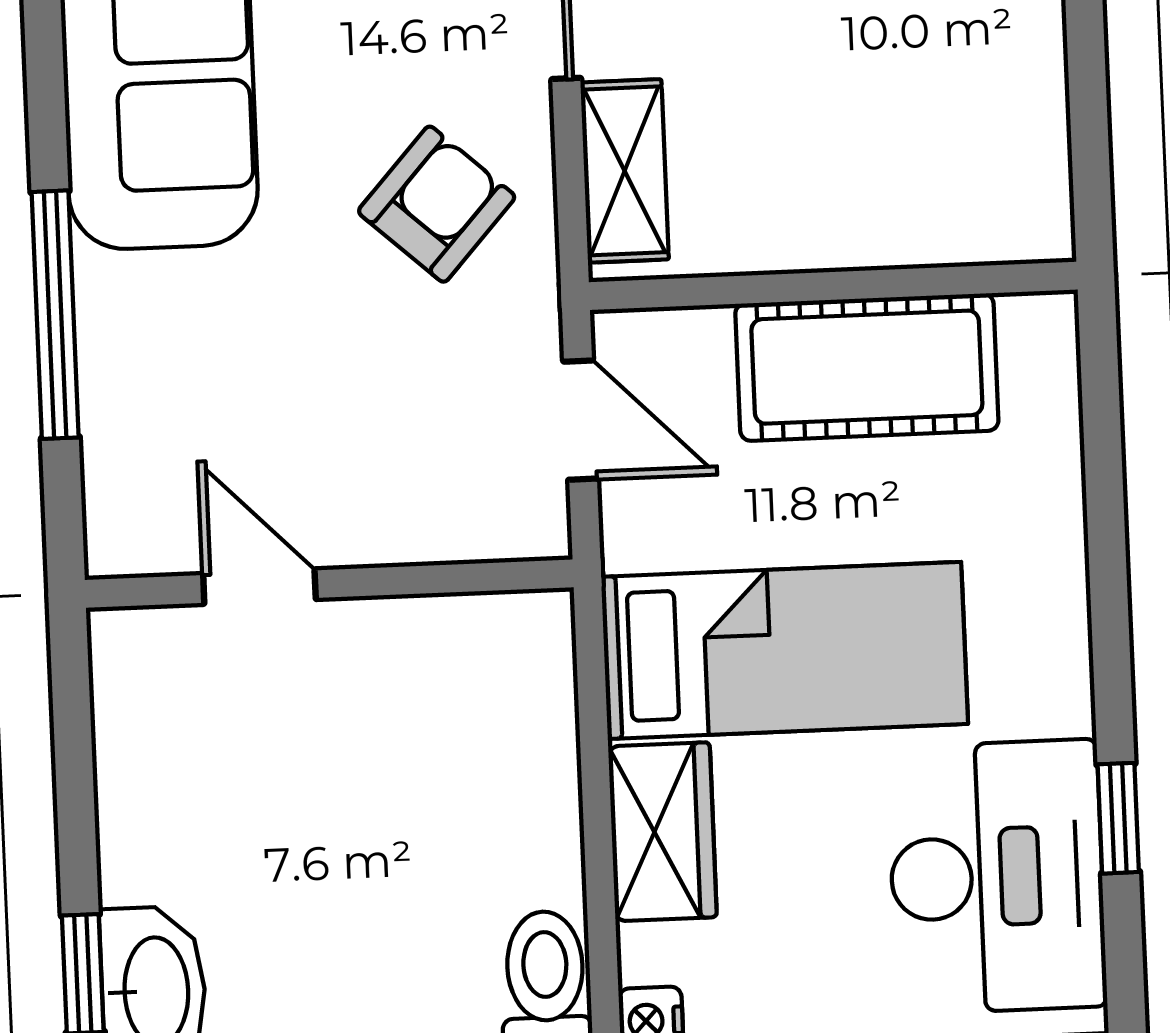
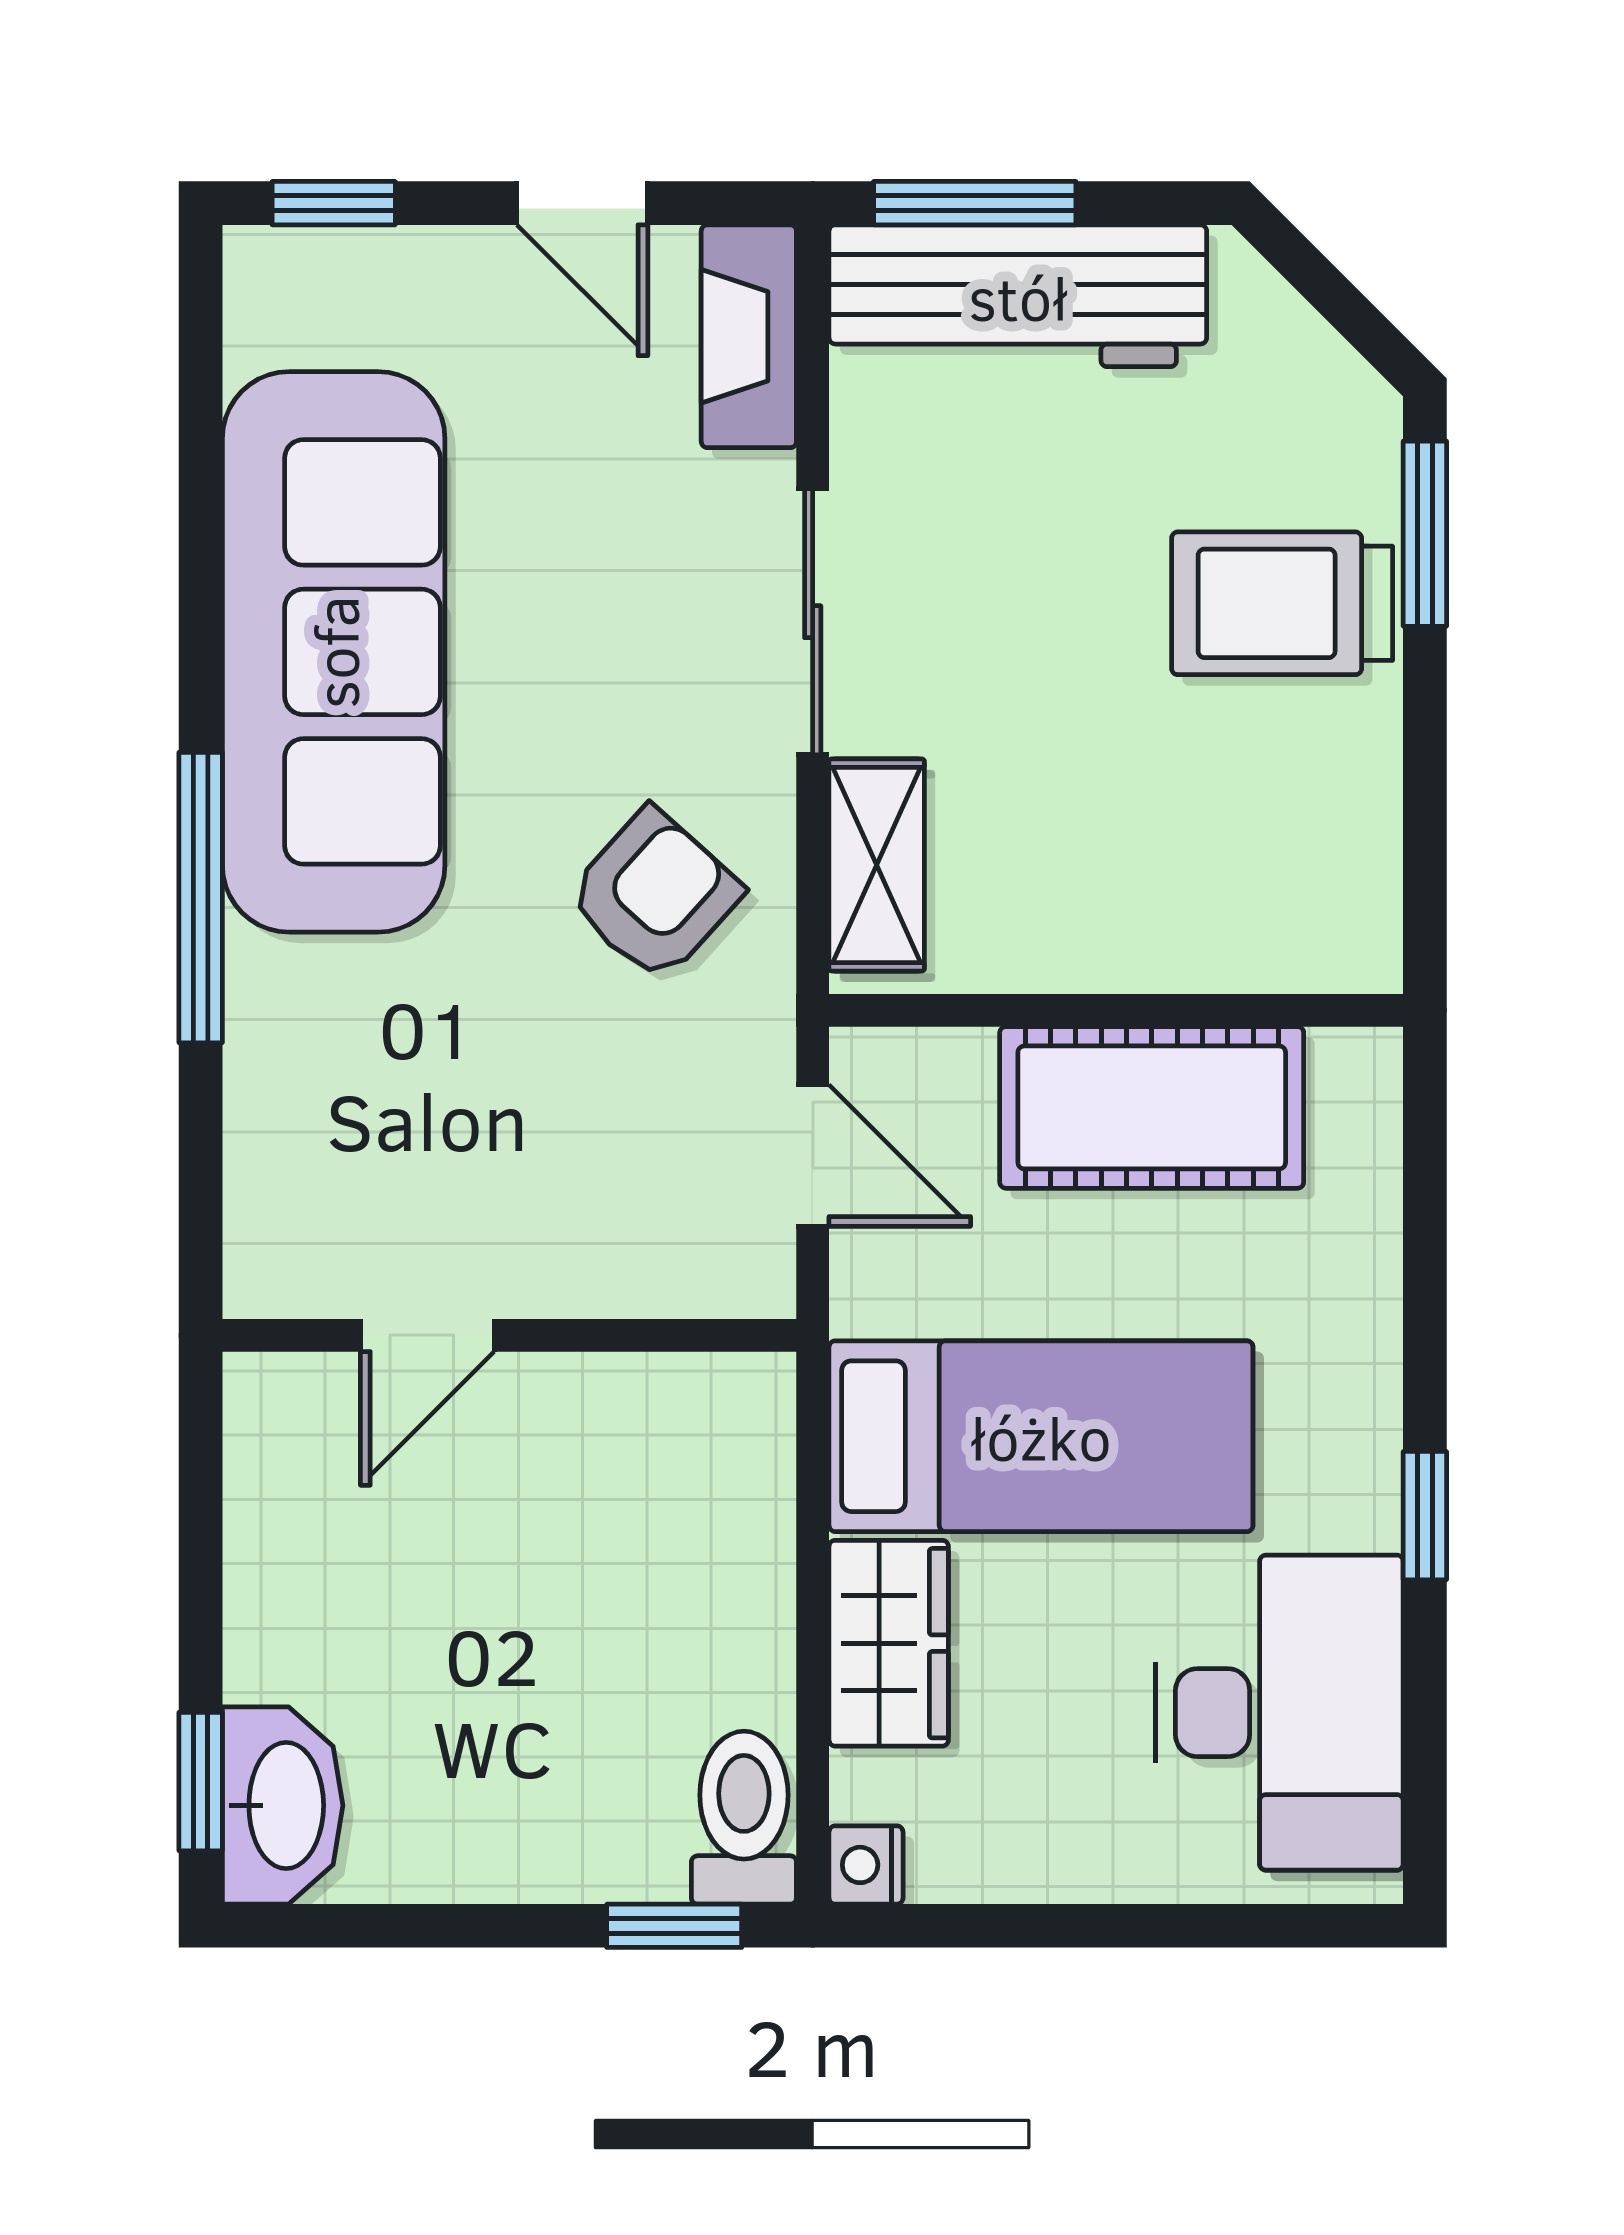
window: (55, 315) -> (201, 898), moved
door: (259, 587) -> (427, 1335), swing flipped
window: (1118, 818) -> (1425, 1516), moved

